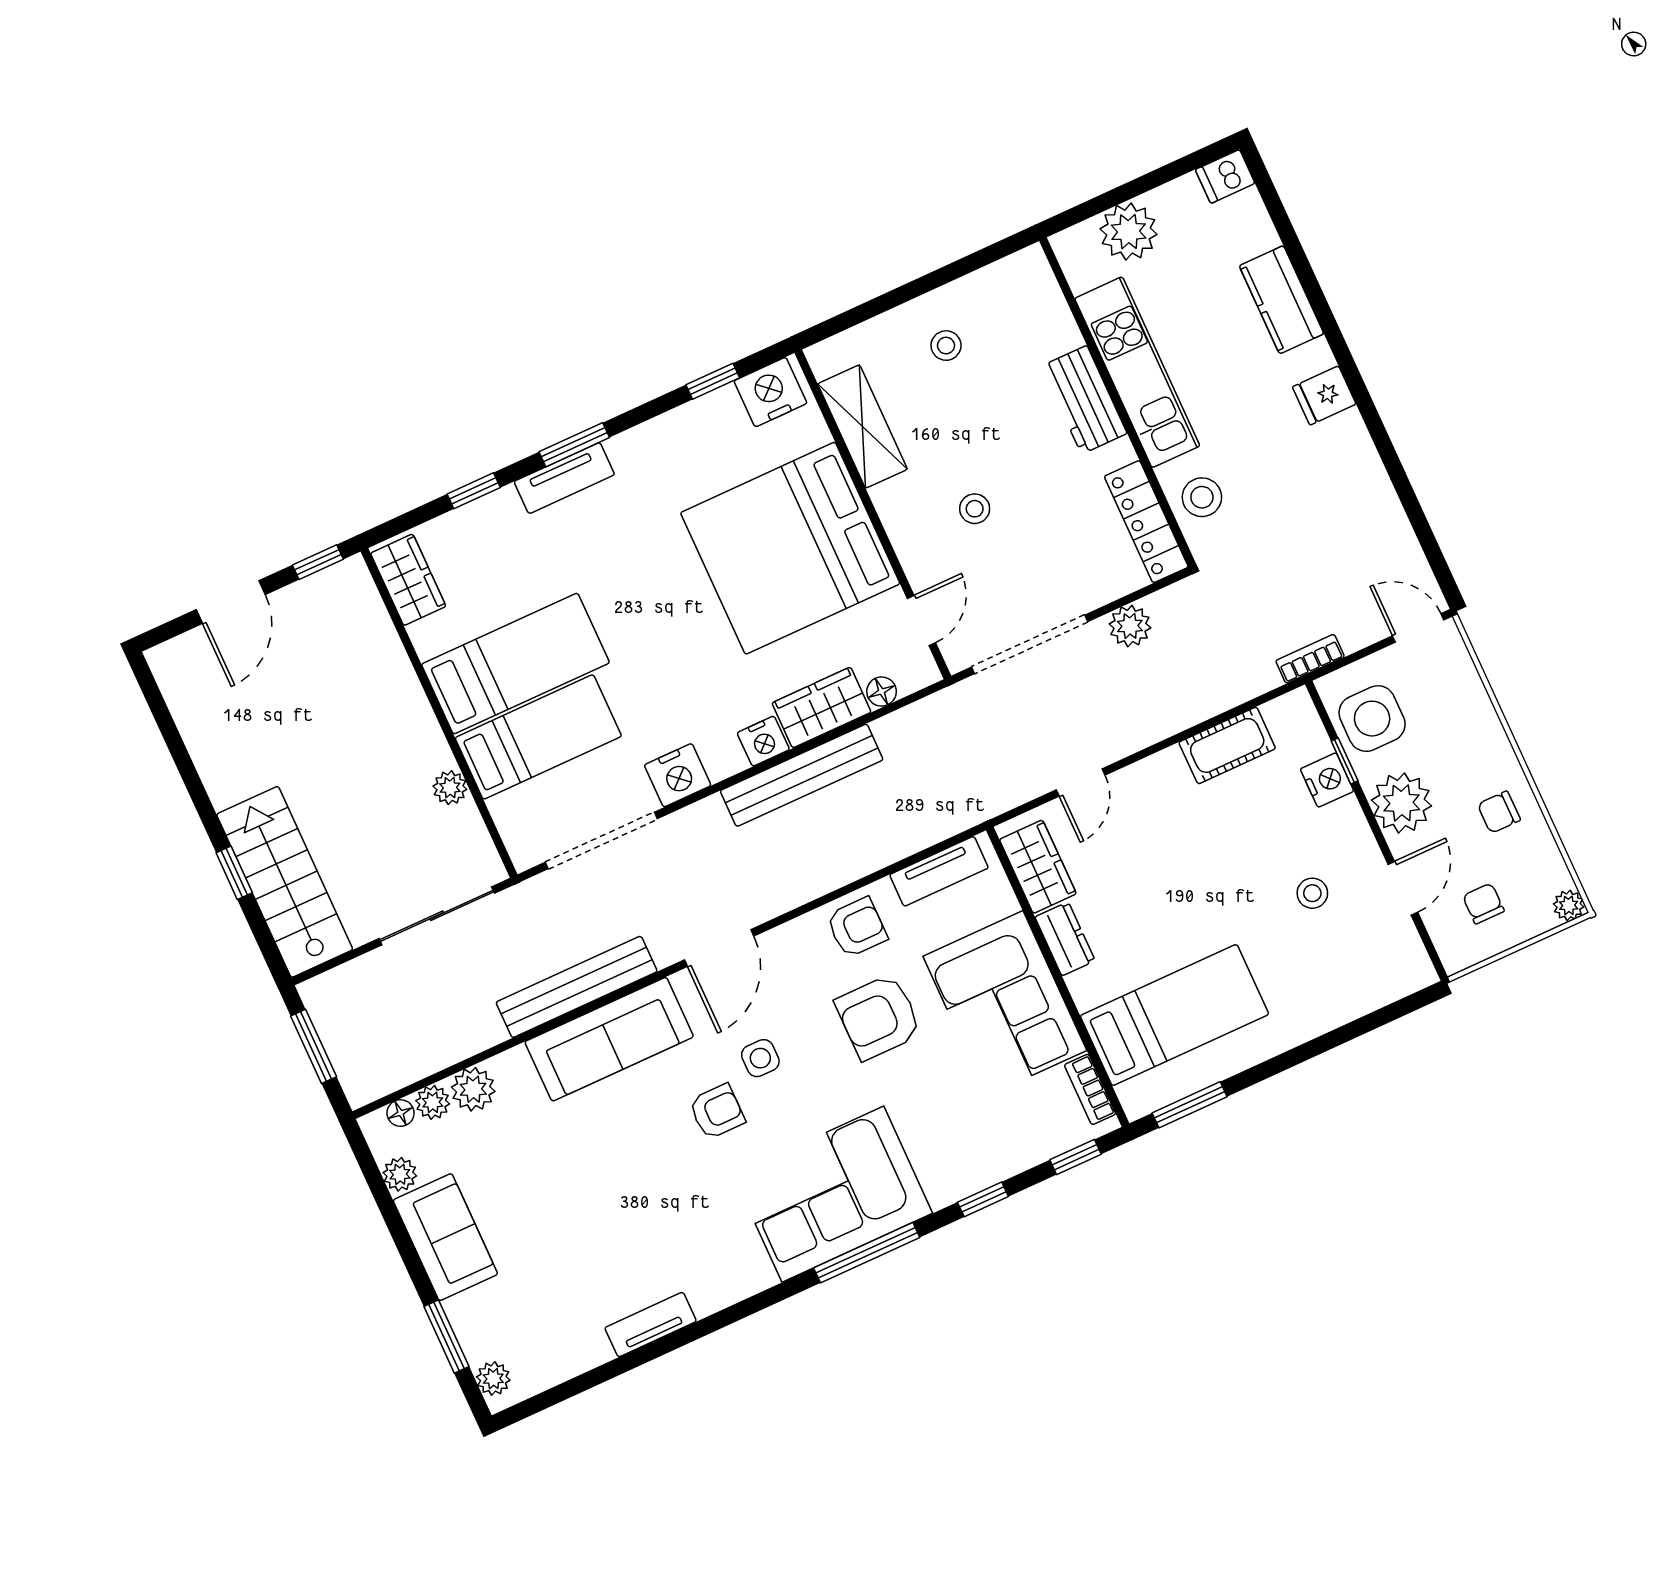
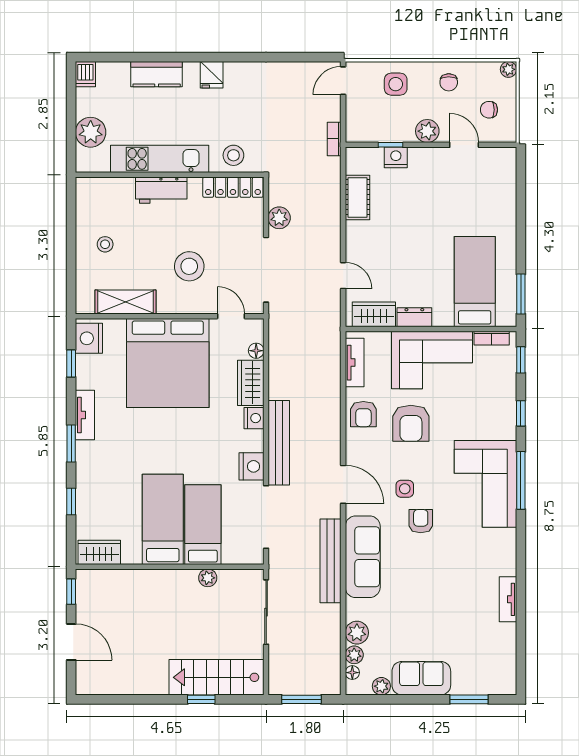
tv unit: (564, 478) -> (85, 415), moved
stool: (975, 509) -> (189, 266), width x1.89, depth x1.89
side table: (1372, 719) -> (396, 84), moved, width x0.73, depth x0.73
bench: (802, 775) -> (279, 443), moved
plant: (1401, 803) -> (427, 131), width x0.73, depth x0.73
stool: (1312, 893) -> (447, 189), removed
armchair: (857, 927) -> (363, 414), turned 180
plant: (493, 1379) -> (499, 686), removed

